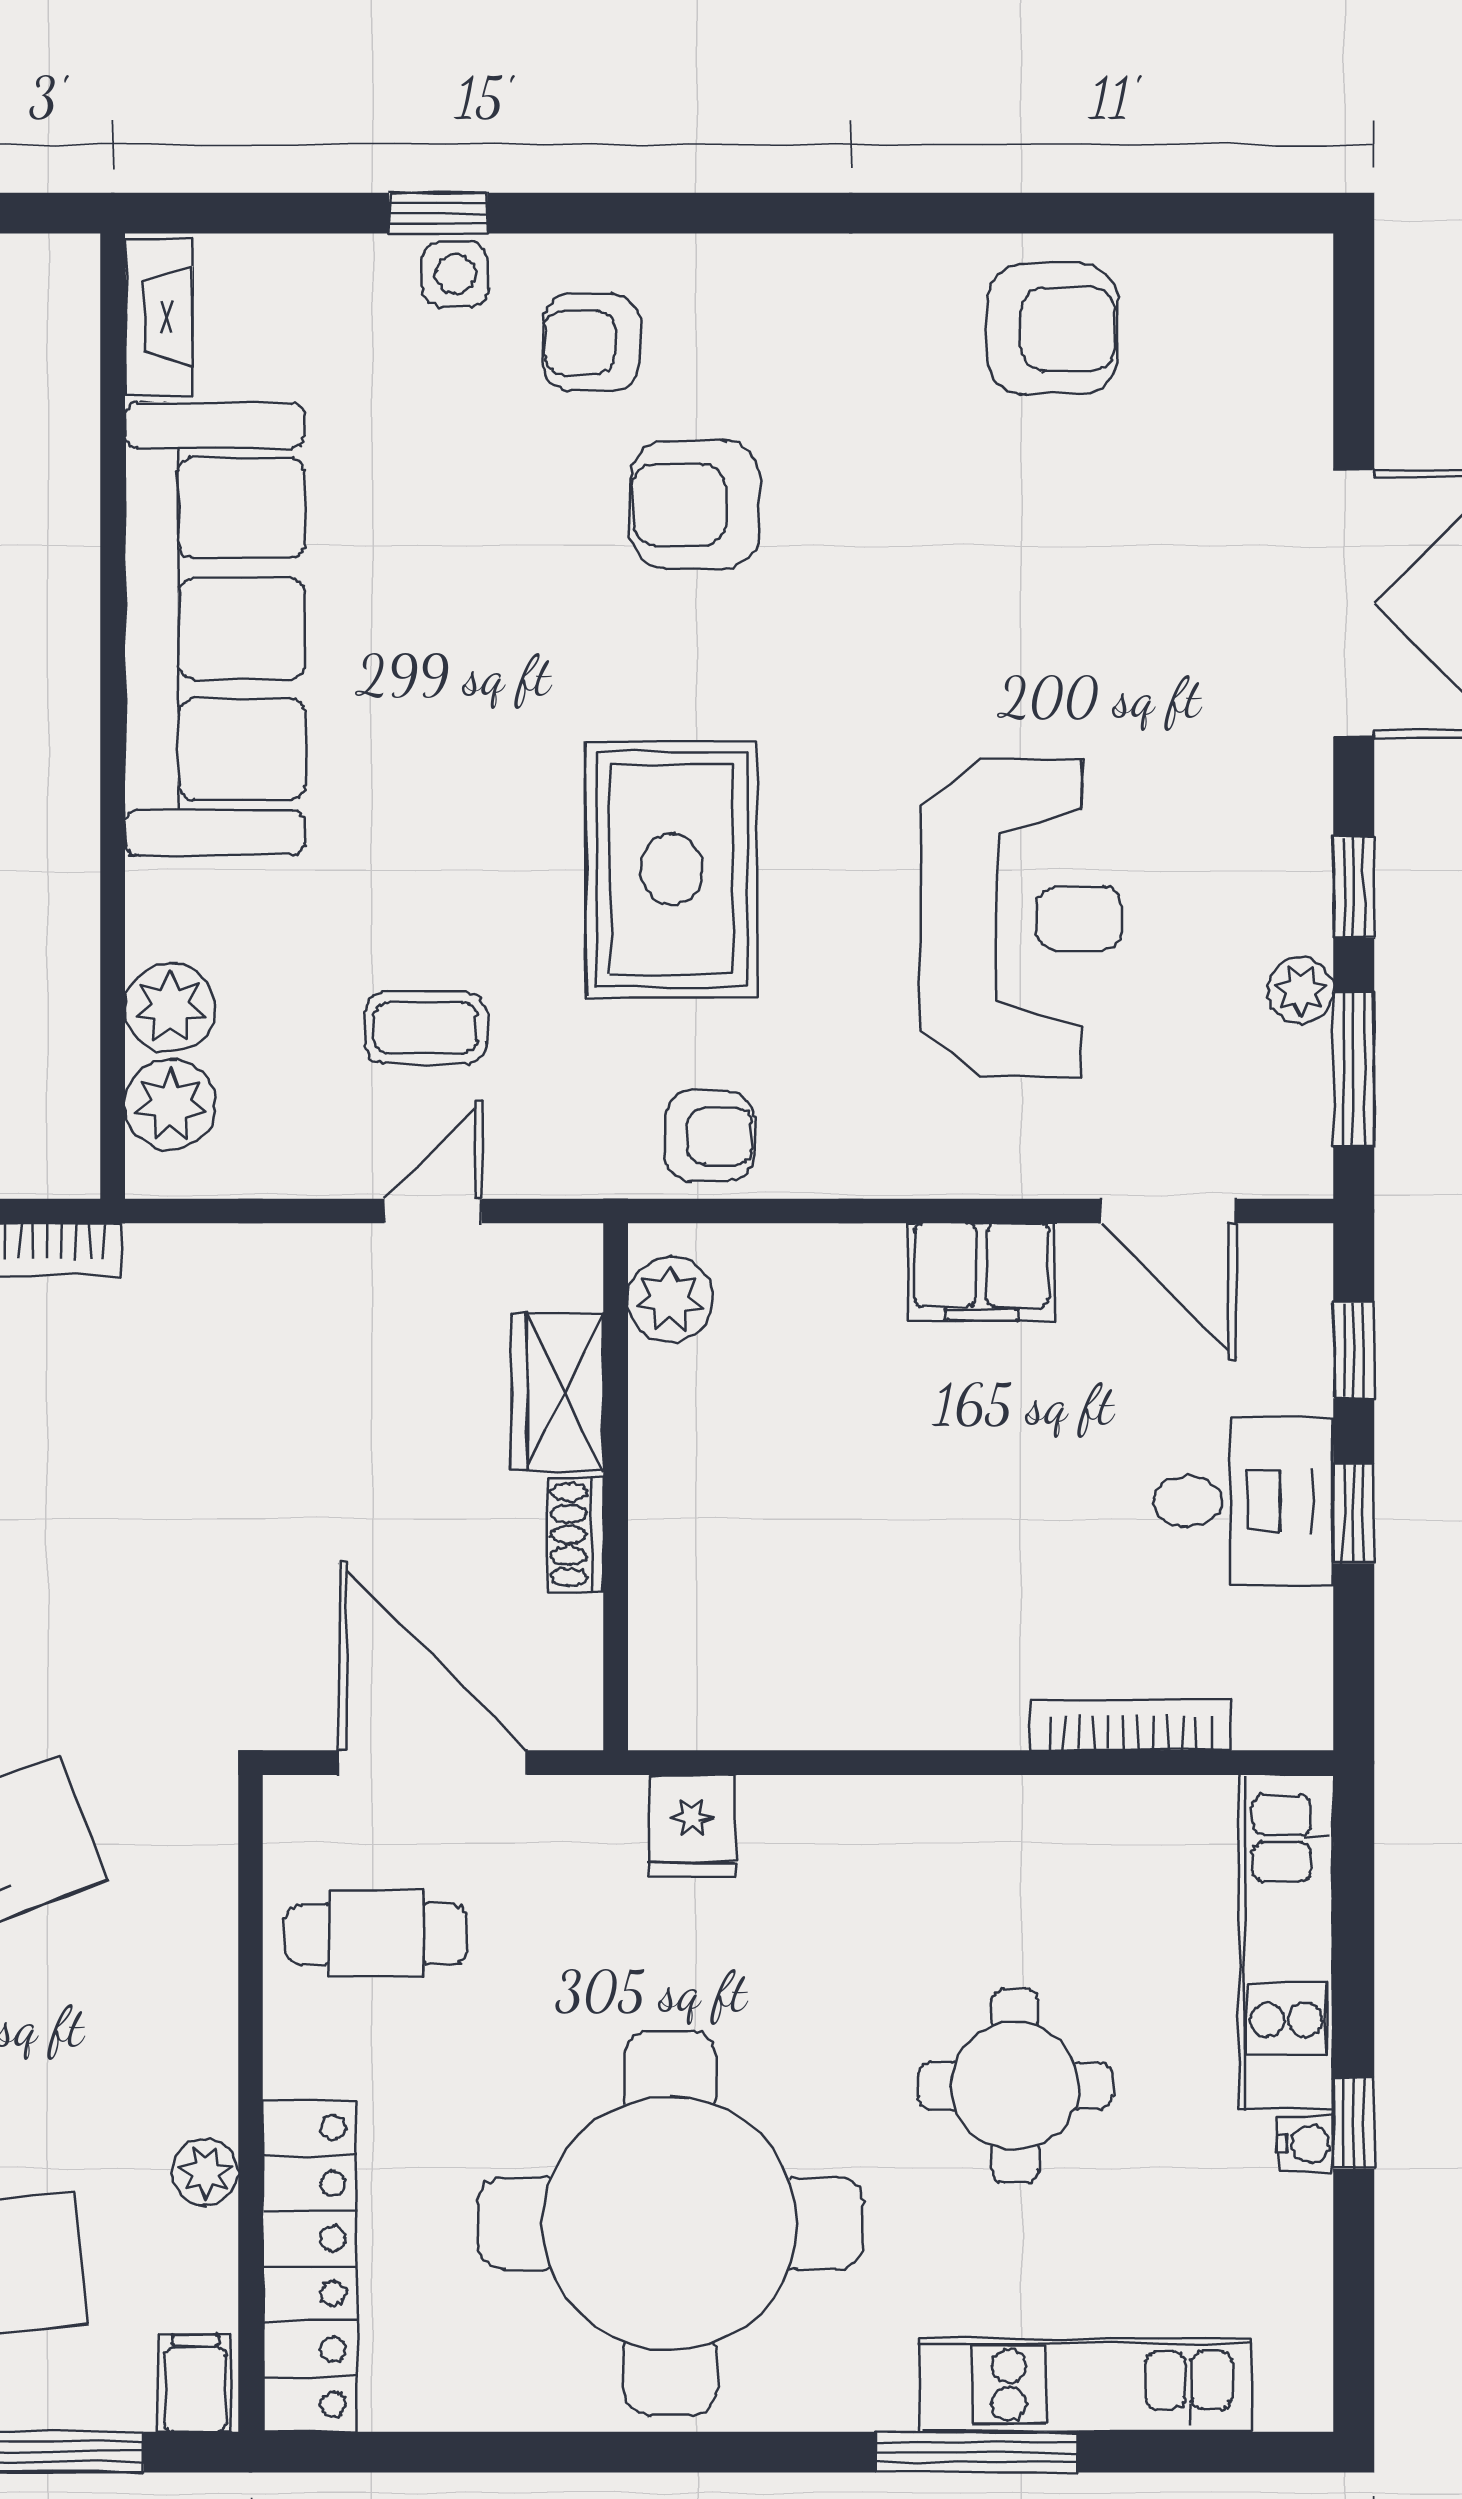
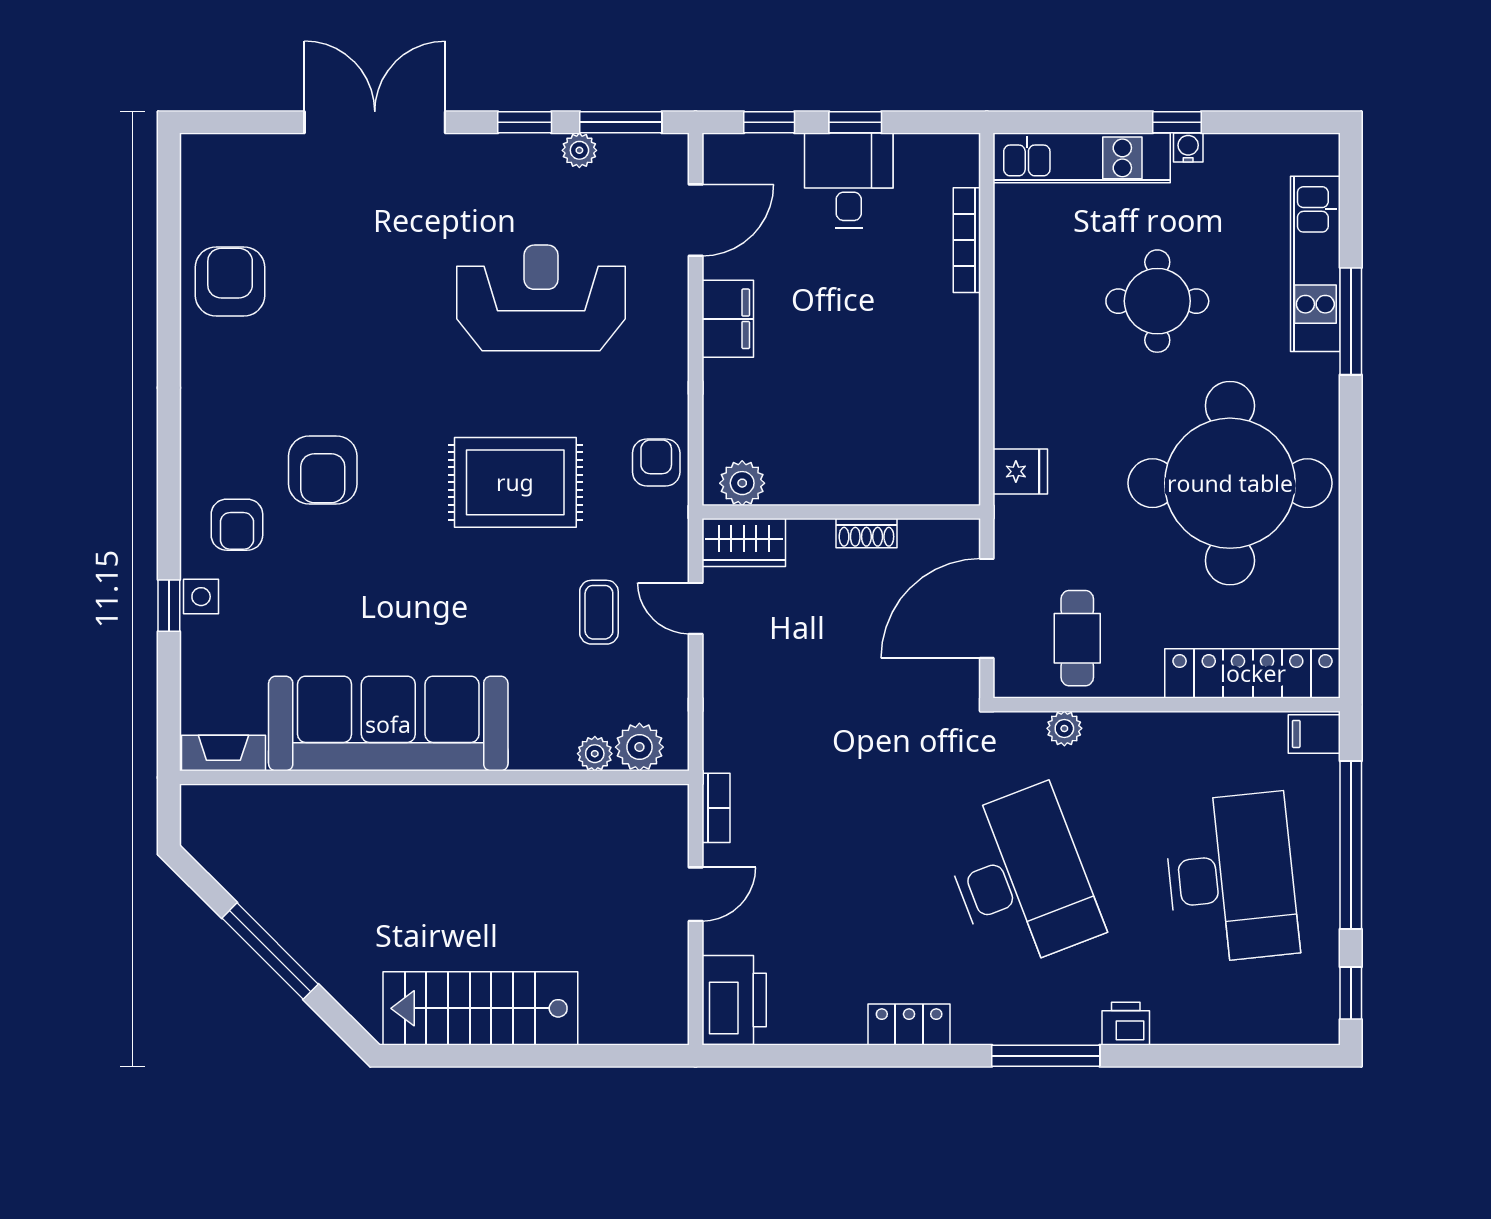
plant: (170, 1008) -> (595, 754), width x0.73, depth x0.73
wardrobe: (558, 1391) -> (744, 543), moved
plant: (205, 2172) -> (1064, 728), moved

